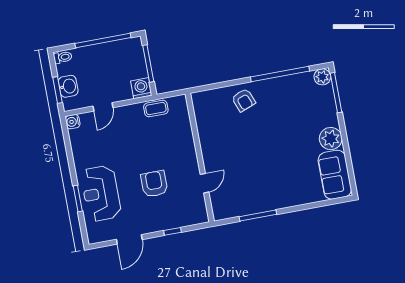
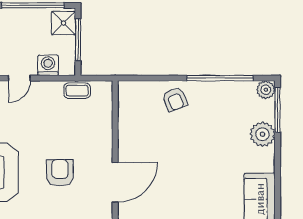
shower: (133, 51) -> (63, 23), added
washing machine: (141, 88) -> (48, 65), moved
plant: (331, 139) -> (262, 134), moved
door: (205, 183) -> (115, 182), width x1.87

